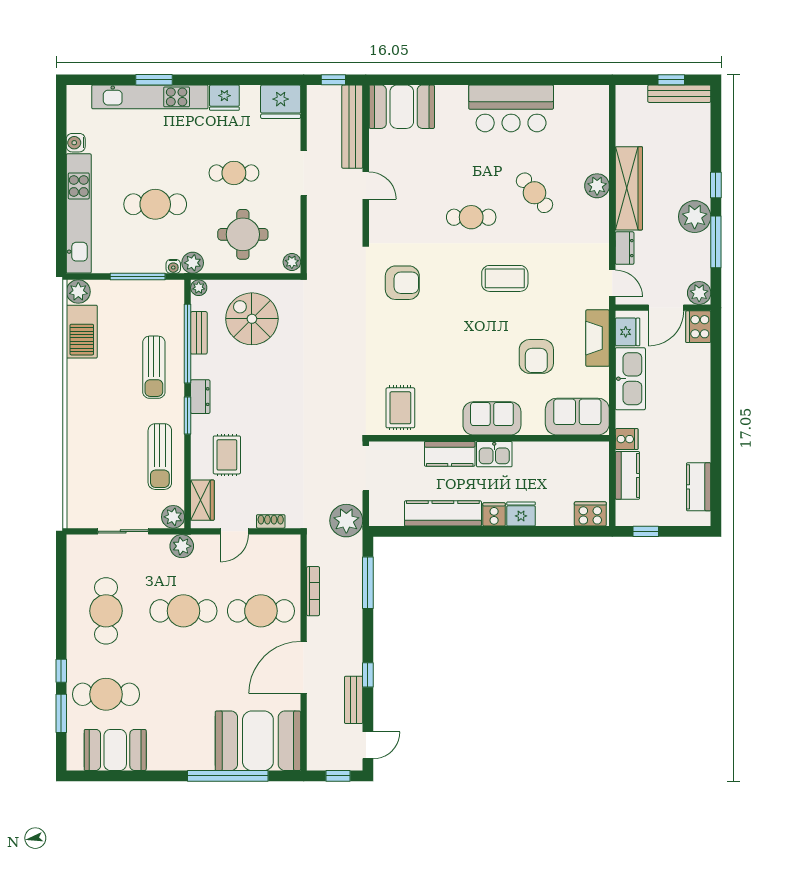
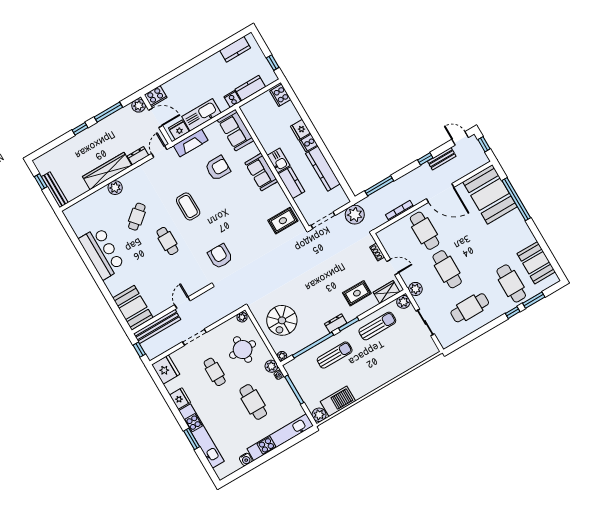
bench: (679, 94) -> (55, 190), moved
plant: (695, 217) -> (102, 130), removed
bench: (199, 333) -> (304, 343), removed

